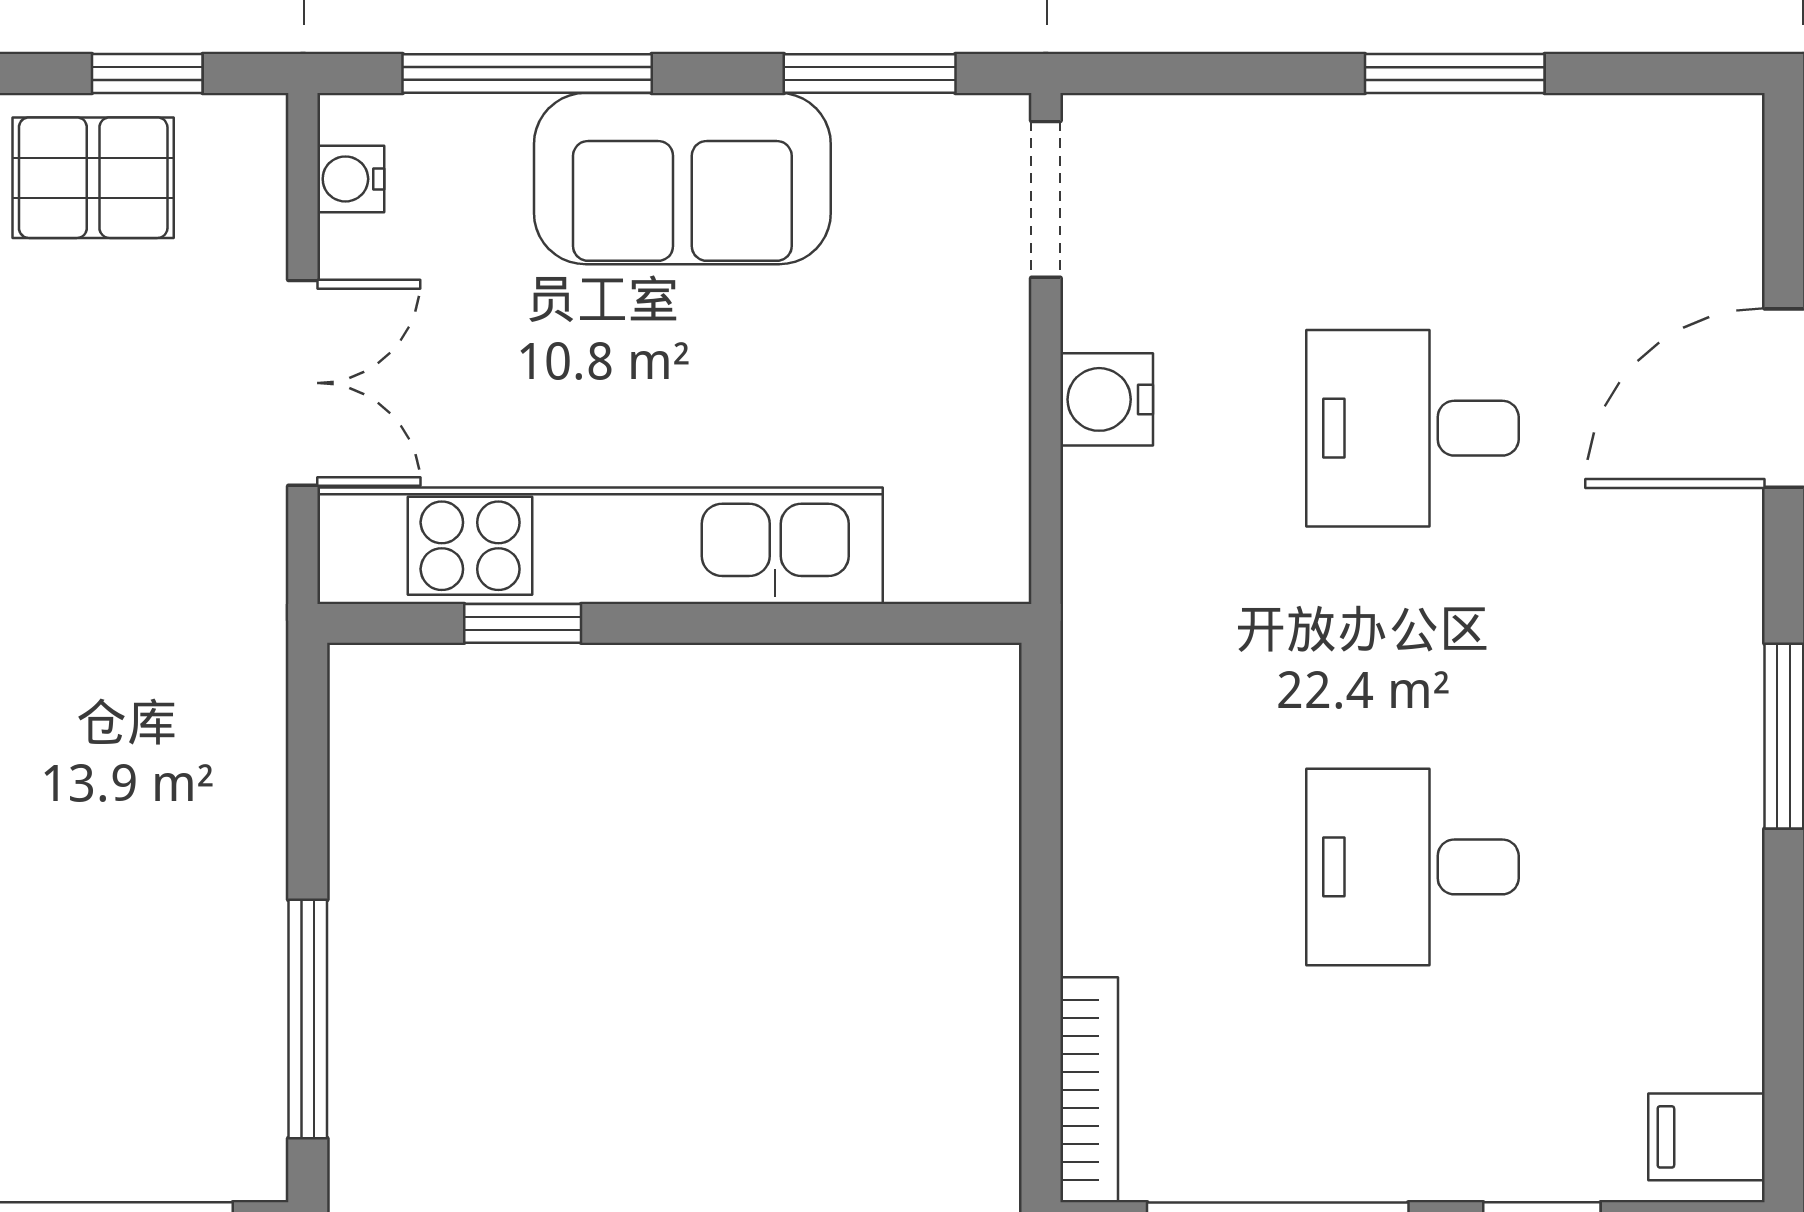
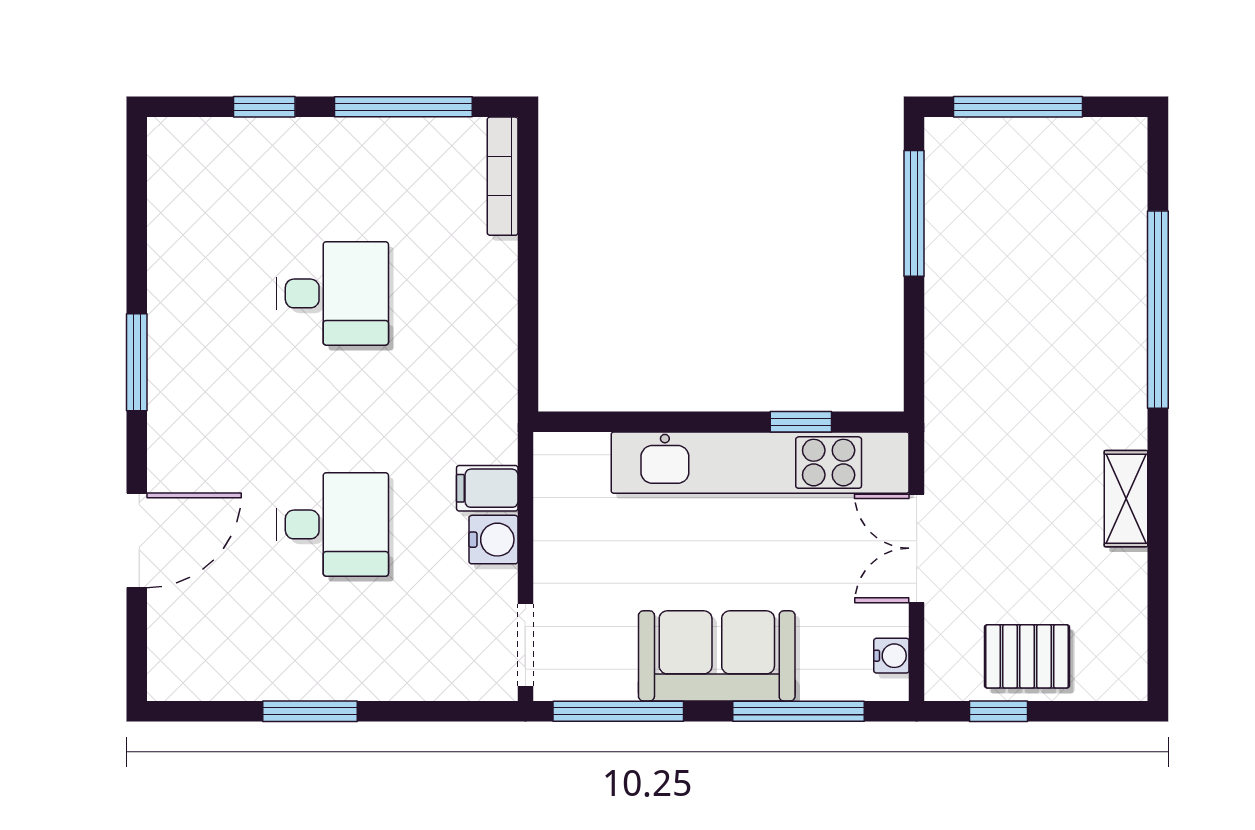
window: (870, 74) -> (618, 711), width x1.44
filing cabinet: (1707, 1137) -> (487, 488), moved, turned 180

